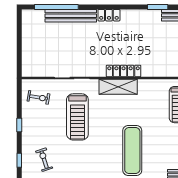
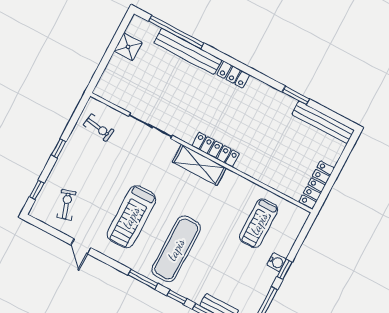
shower: (30, 34) -> (128, 47), added
treadmill: (77, 117) -> (131, 217), moved

